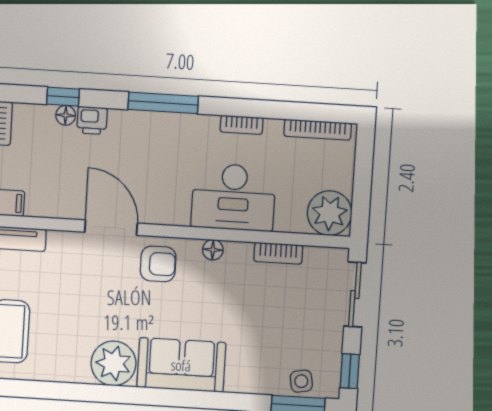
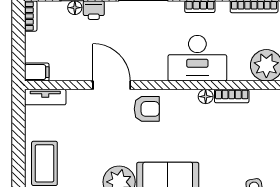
floor lamp: (213, 250) -> (206, 97), moved

